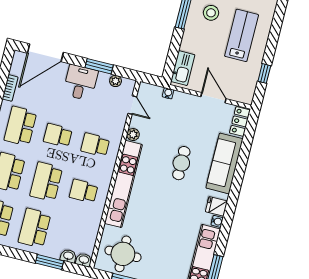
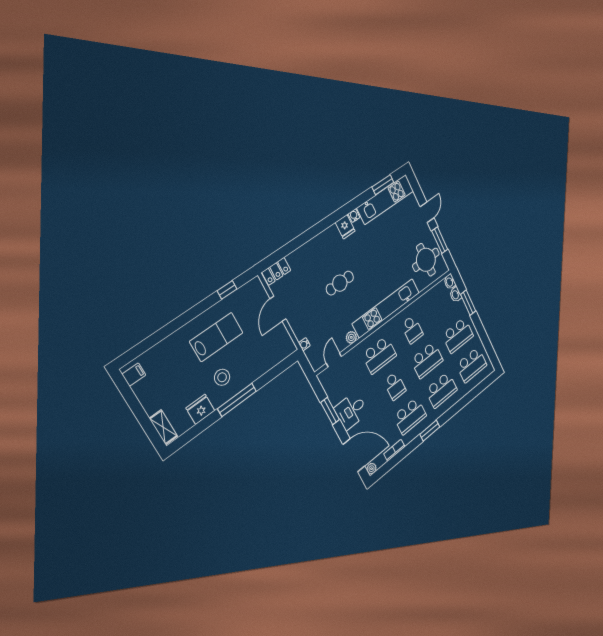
lab bench: (242, 35) -> (216, 337), turned 180
kitchen sink: (183, 68) -> (279, 353), removed
plant: (116, 81) -> (372, 469), moved
school desk: (95, 145) -> (379, 355), width x1.85
sofa: (225, 163) -> (313, 252), removed

